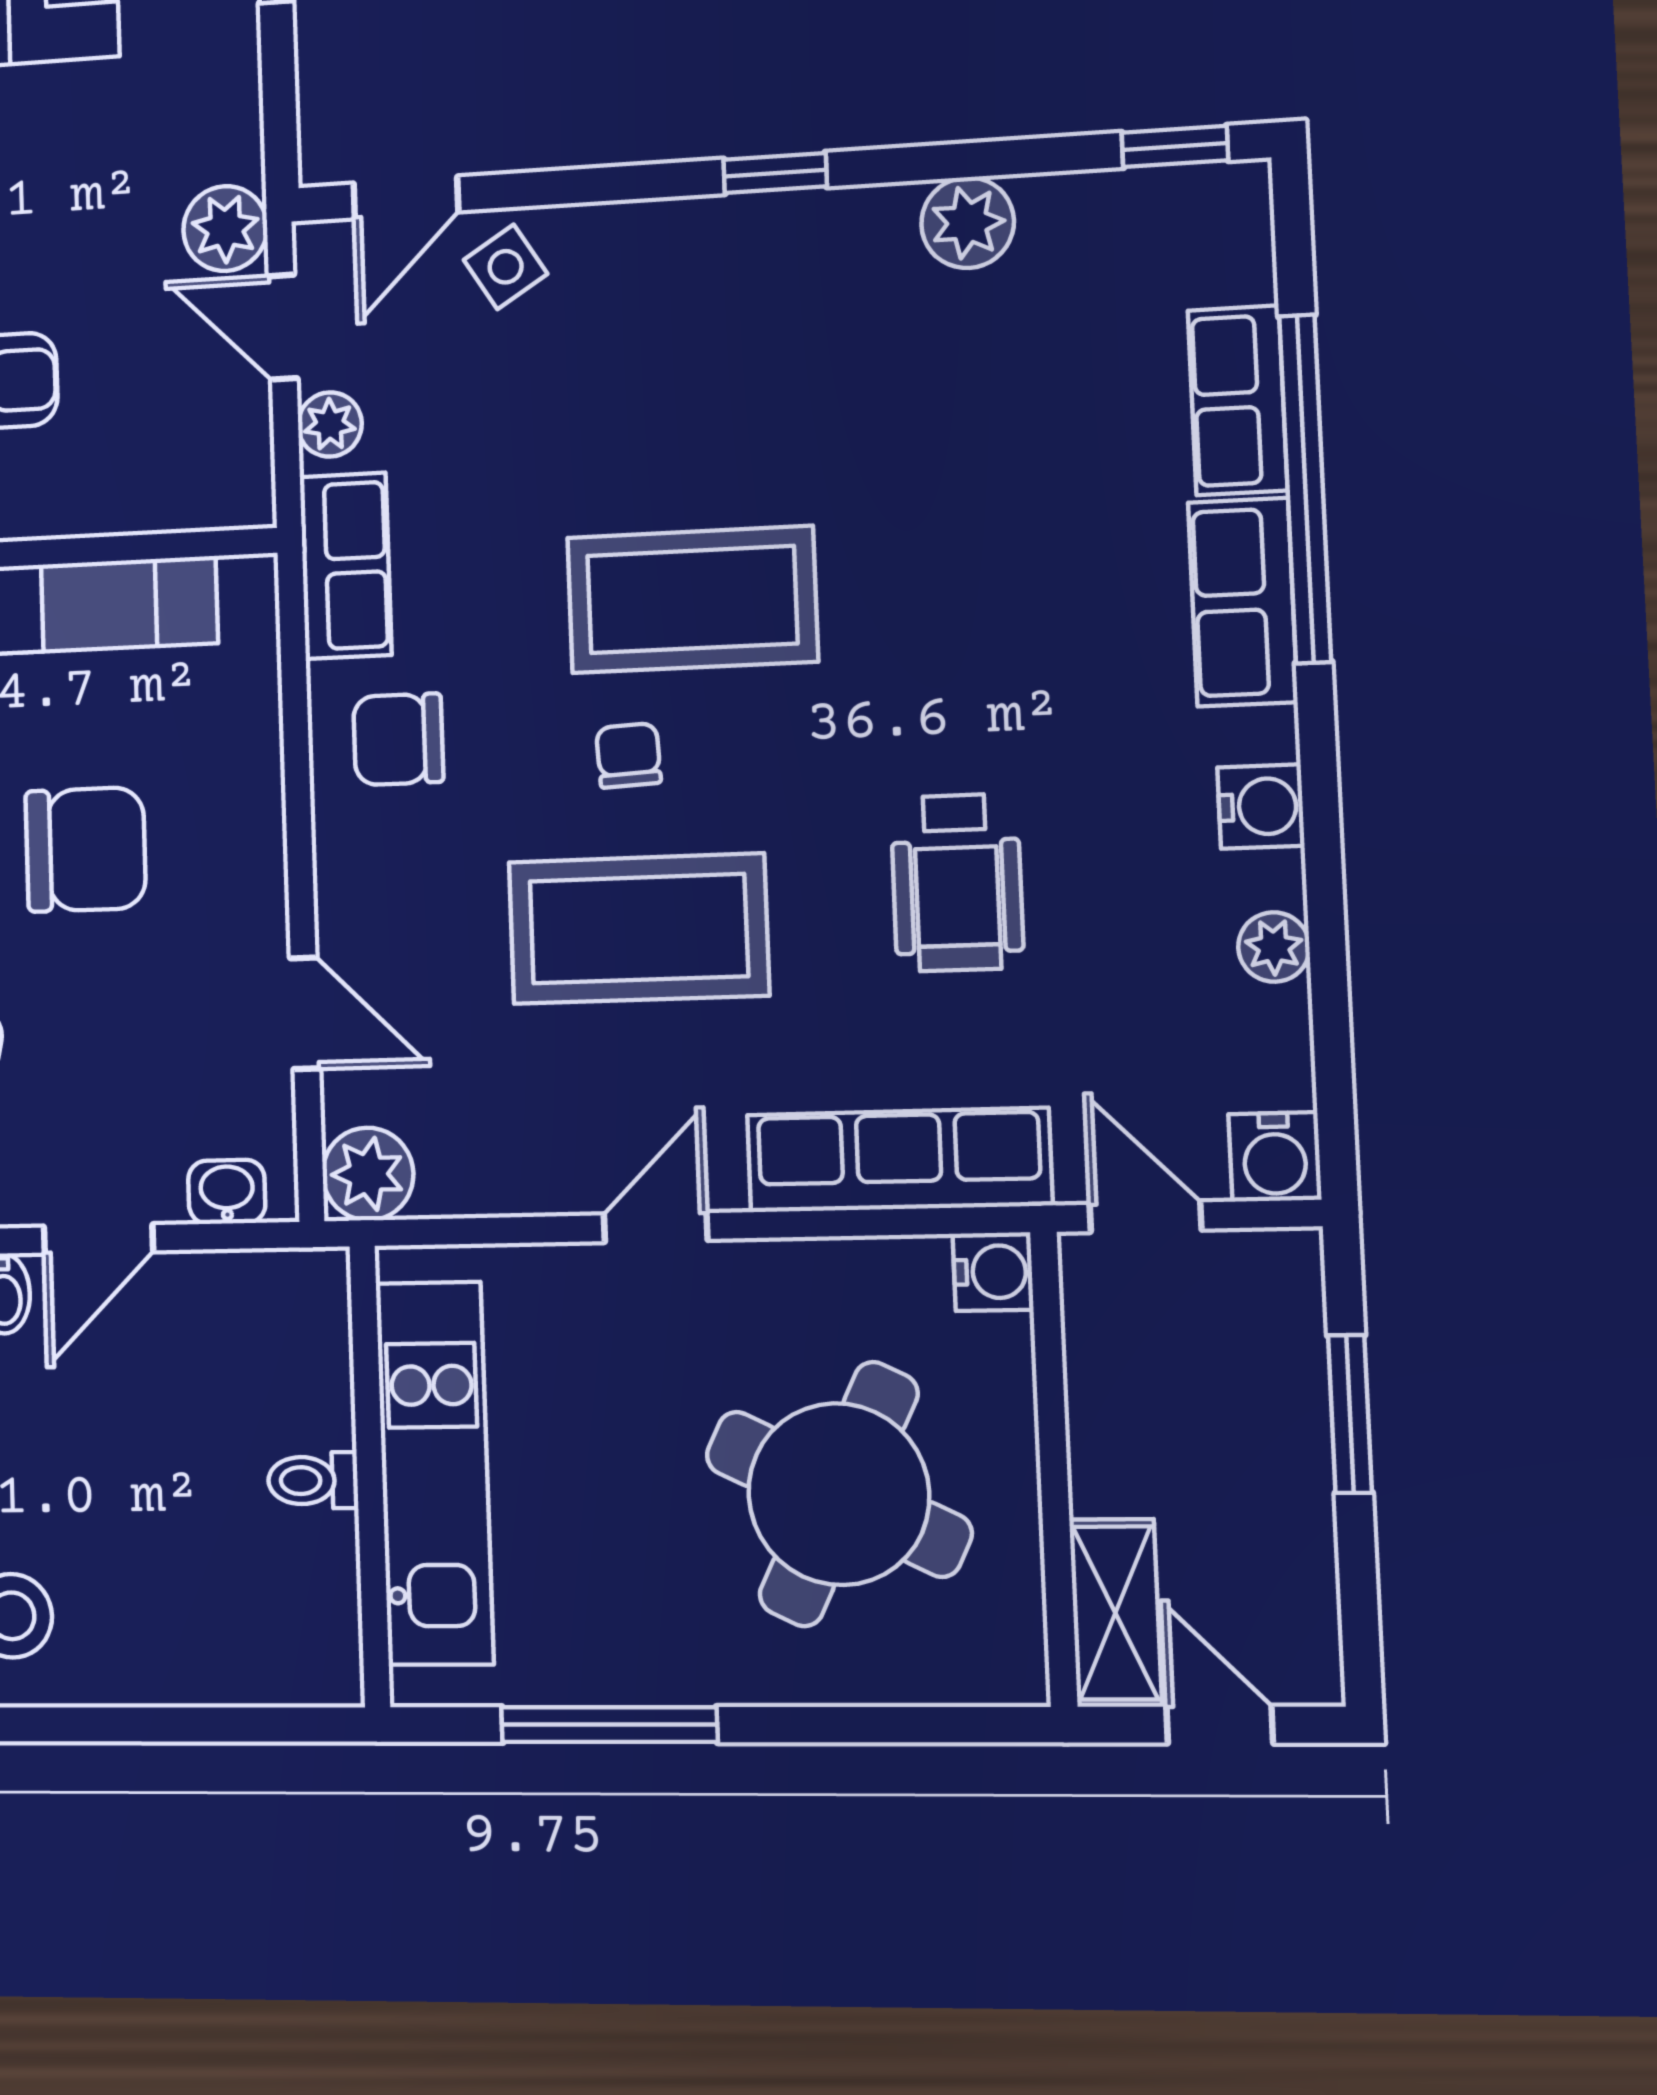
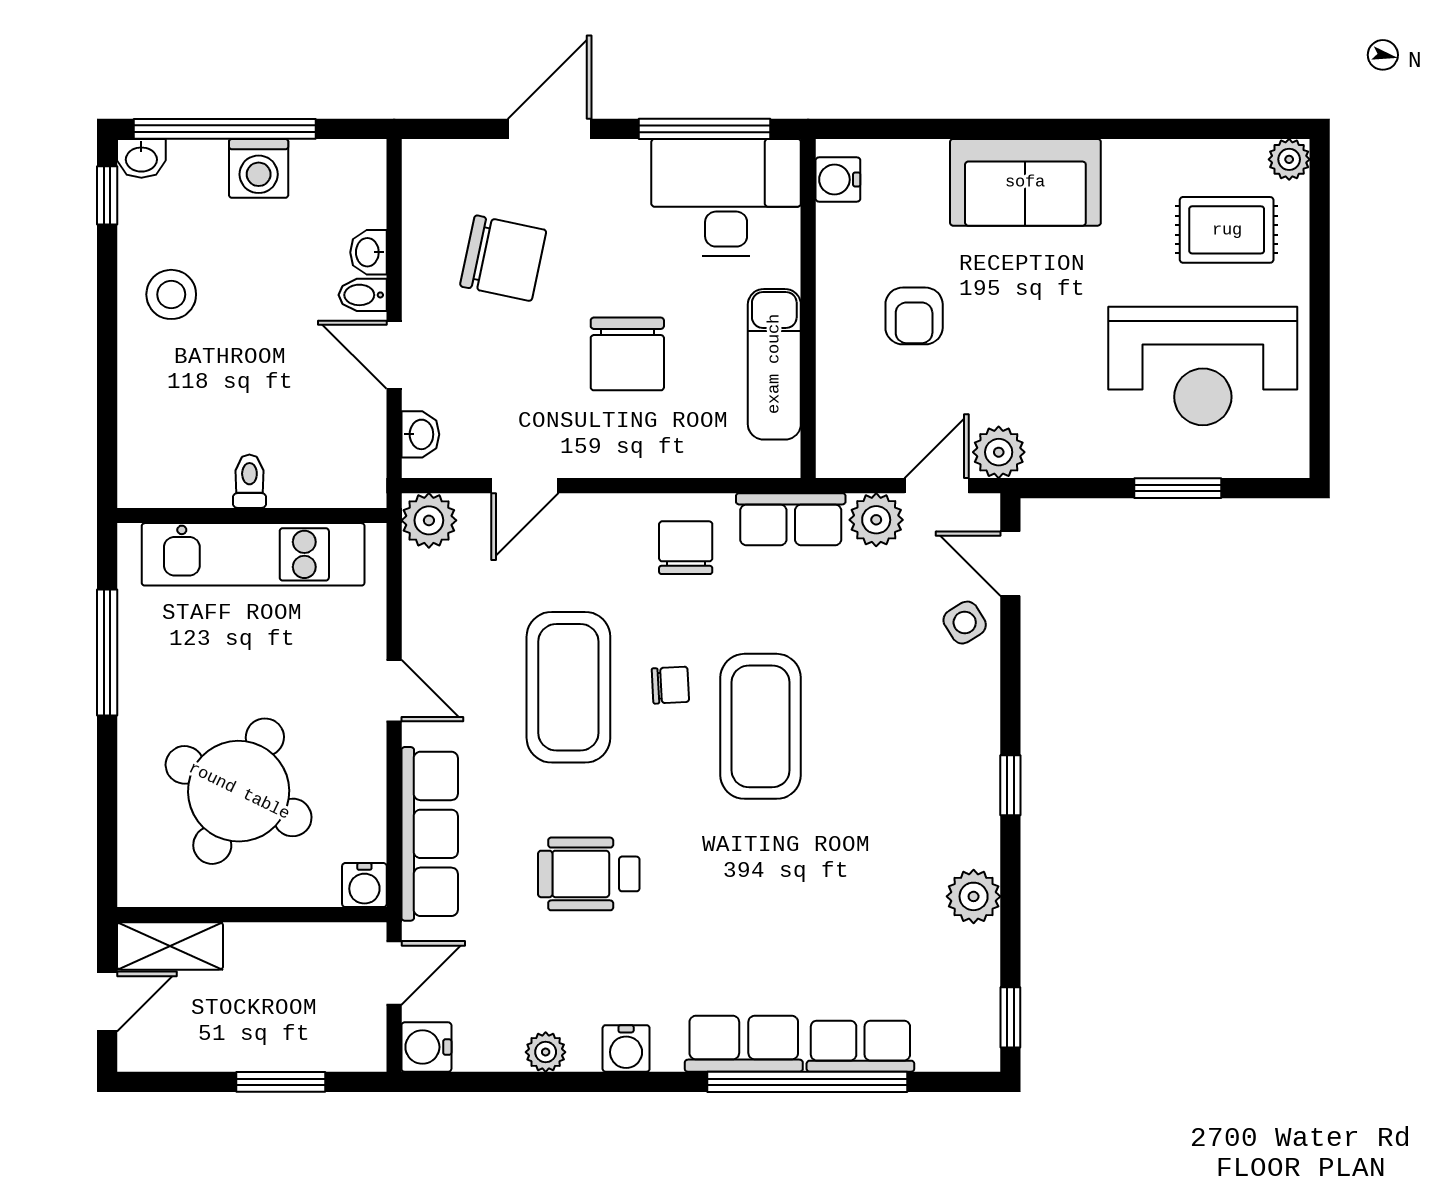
plant: (330, 424) -> (876, 520), width x1.38, depth x1.38

